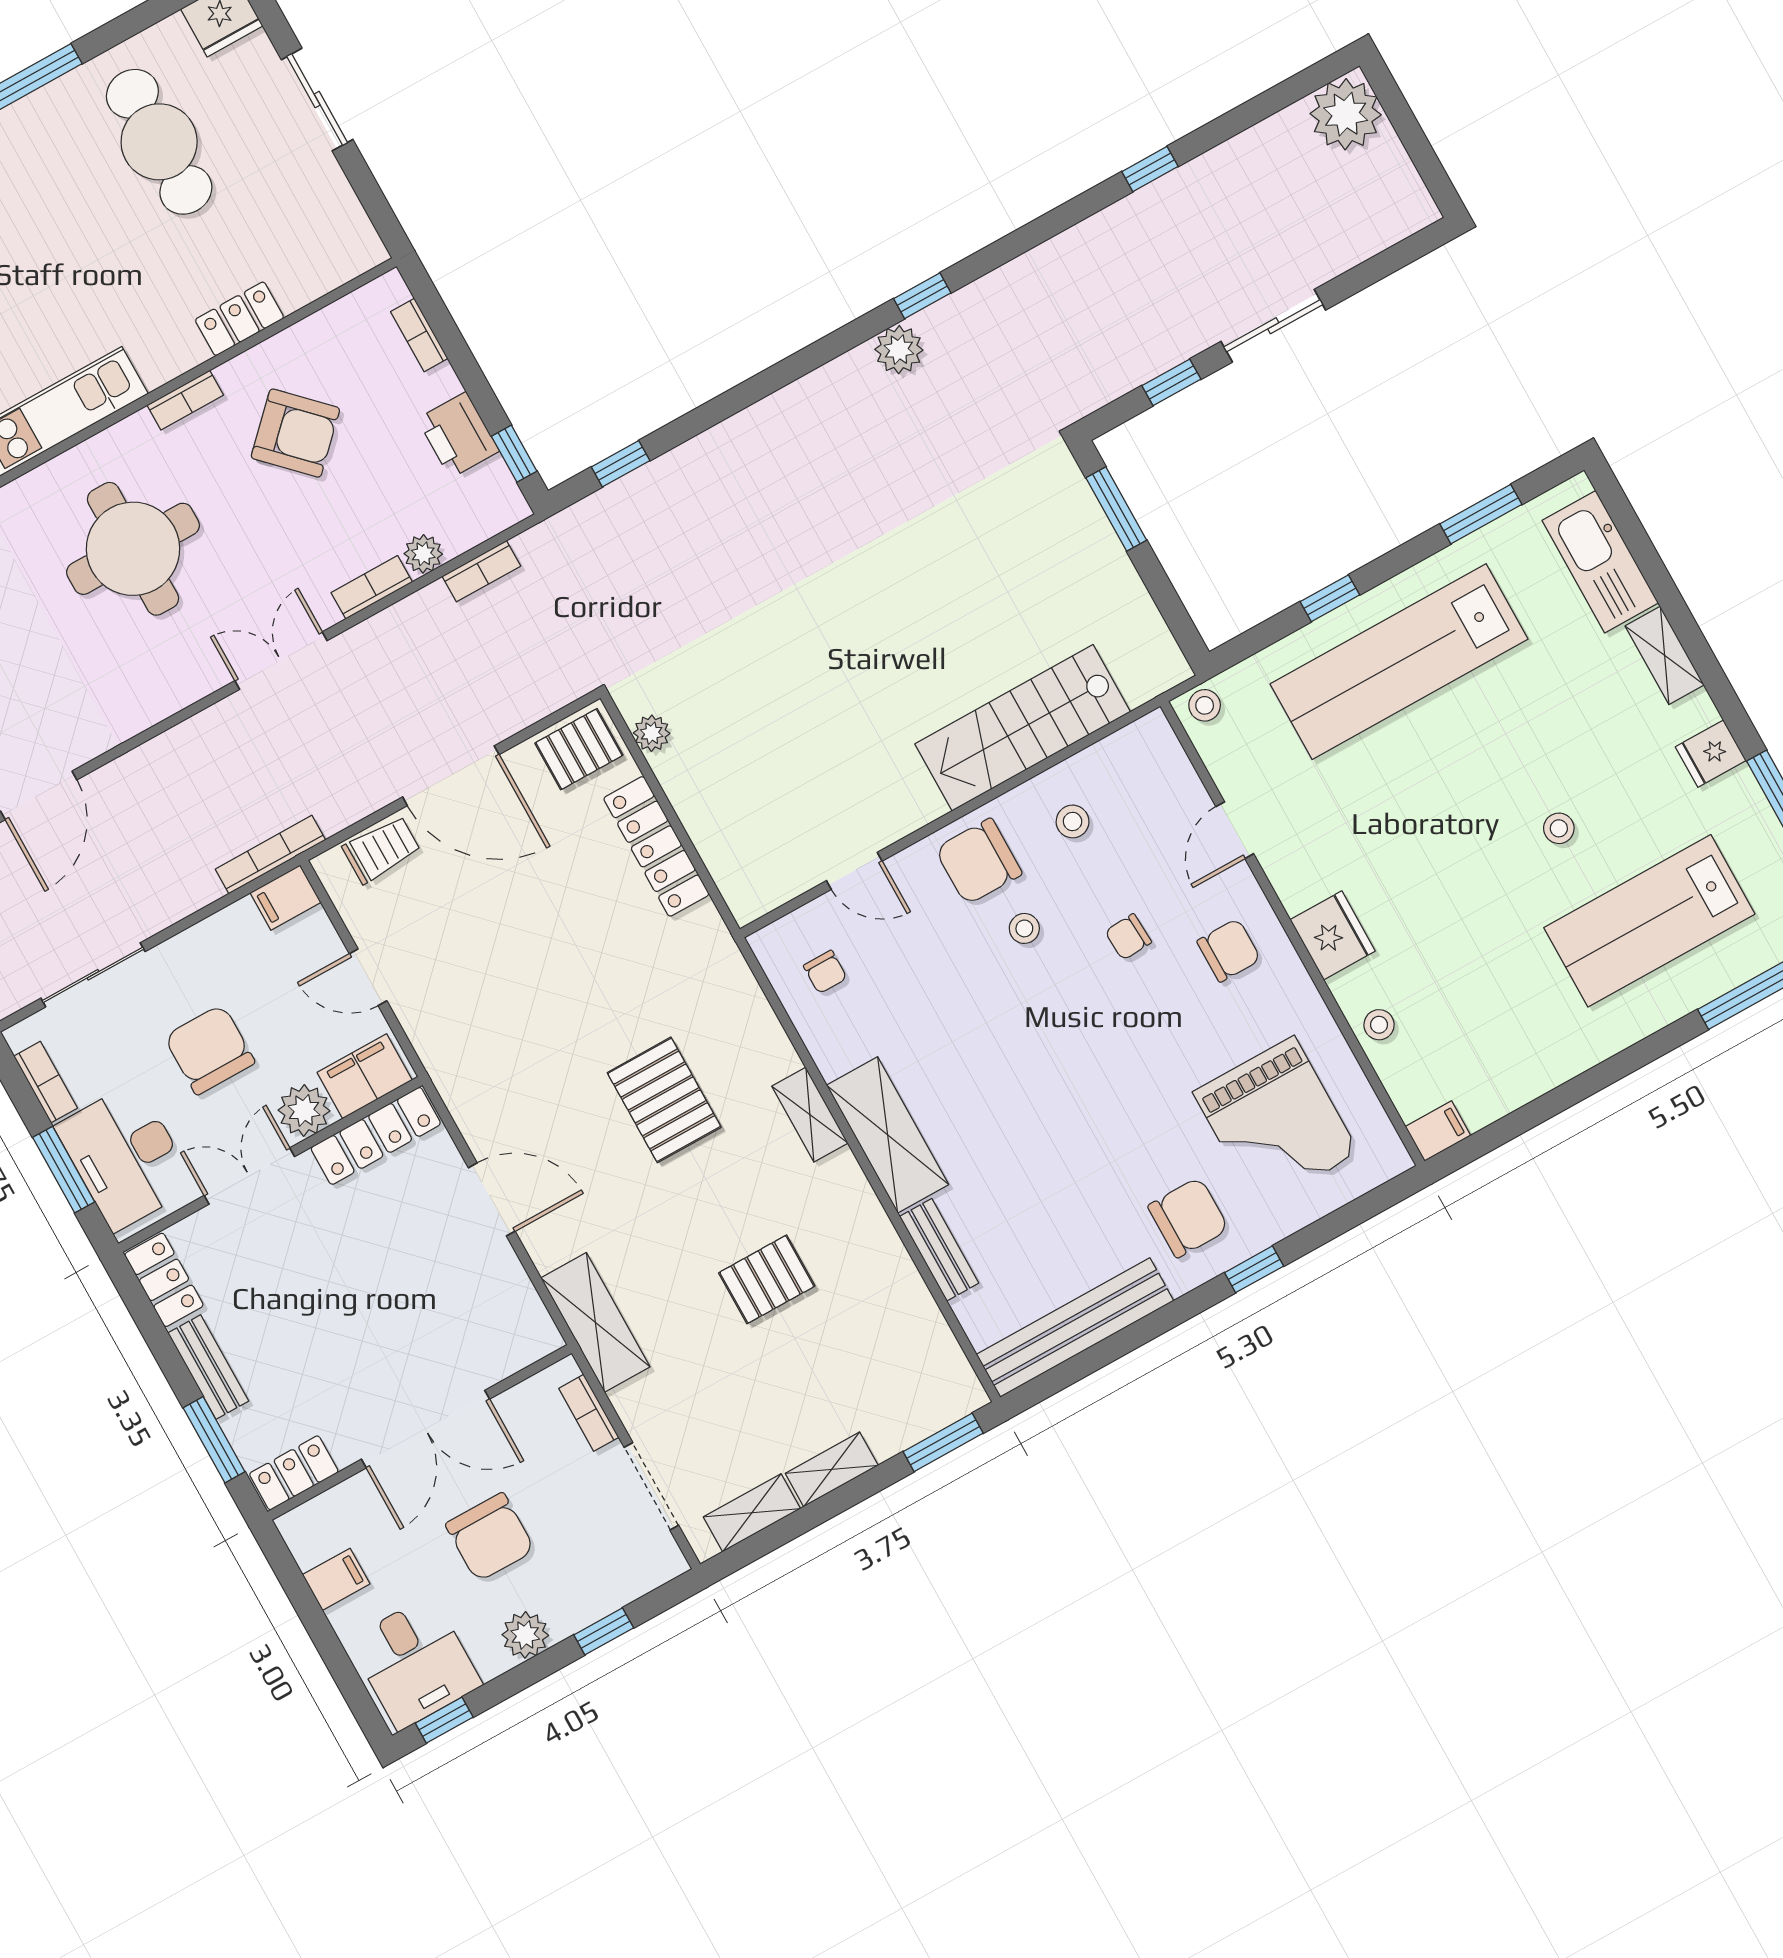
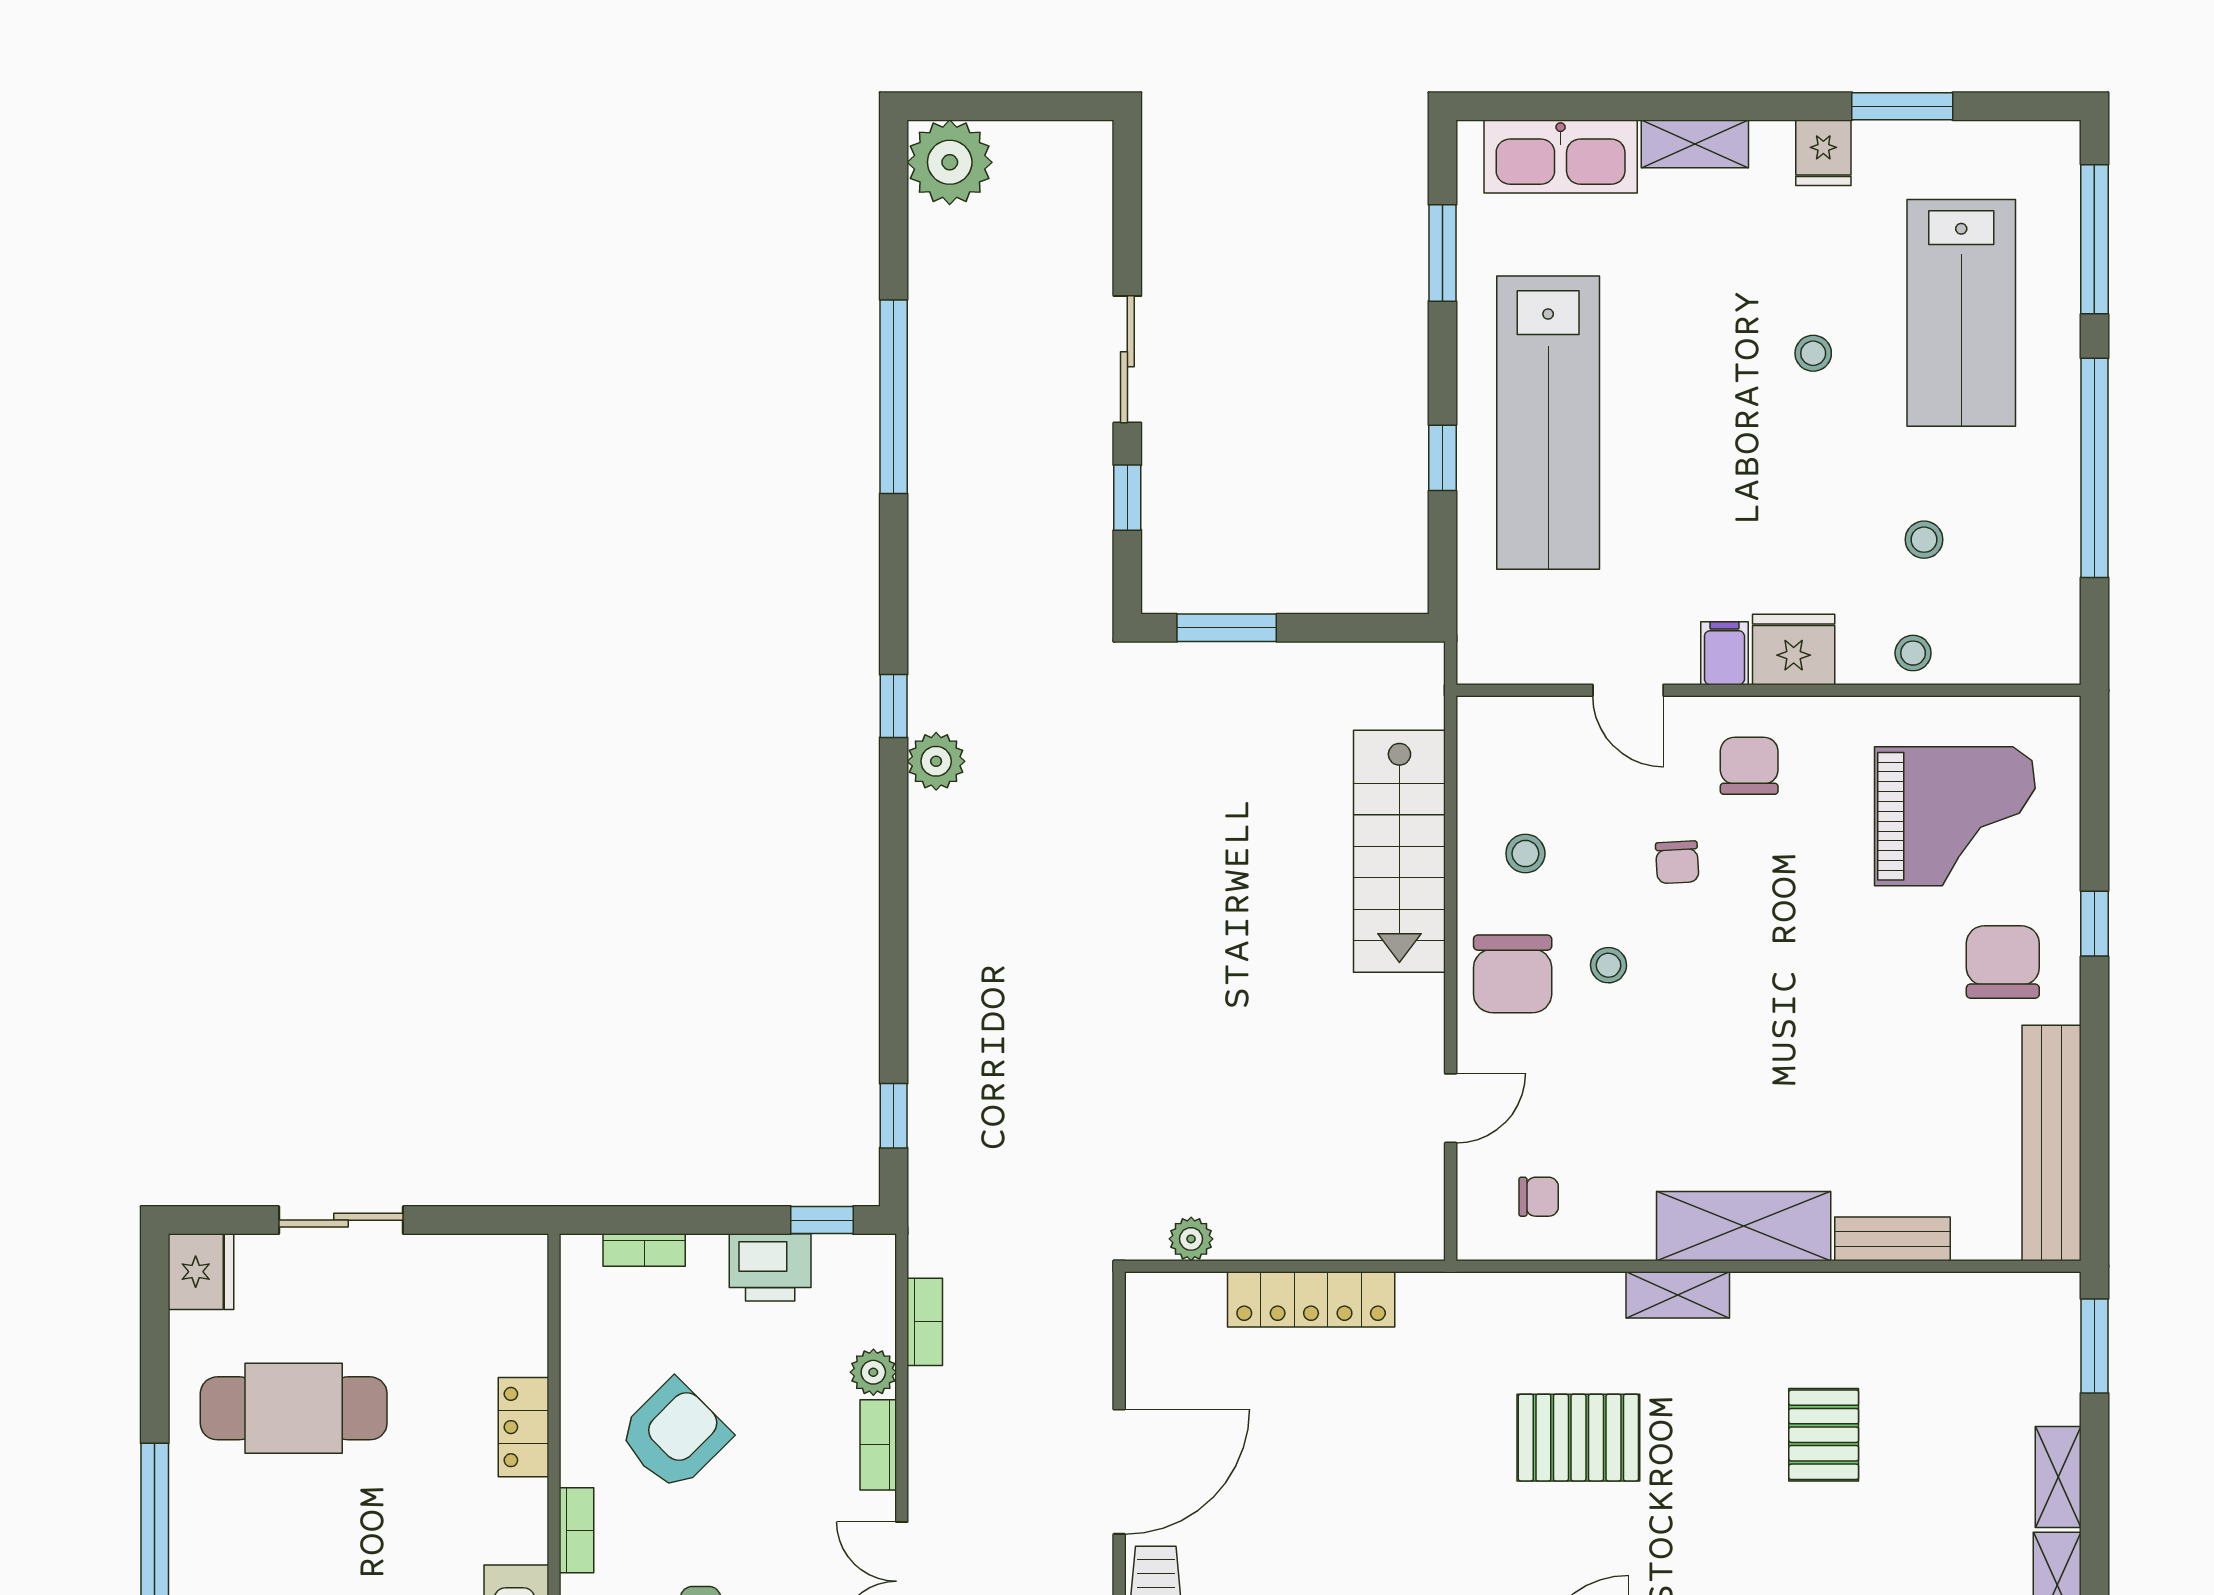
window: (1150, 169) -> (894, 397), width x3.17
stool: (1205, 705) -> (1924, 540), moved
pallet: (579, 749) -> (1166, 1324), removed
window: (1590, 1082) -> (2094, 468), added
filing cabinet: (1438, 1131) -> (1724, 653), moved

